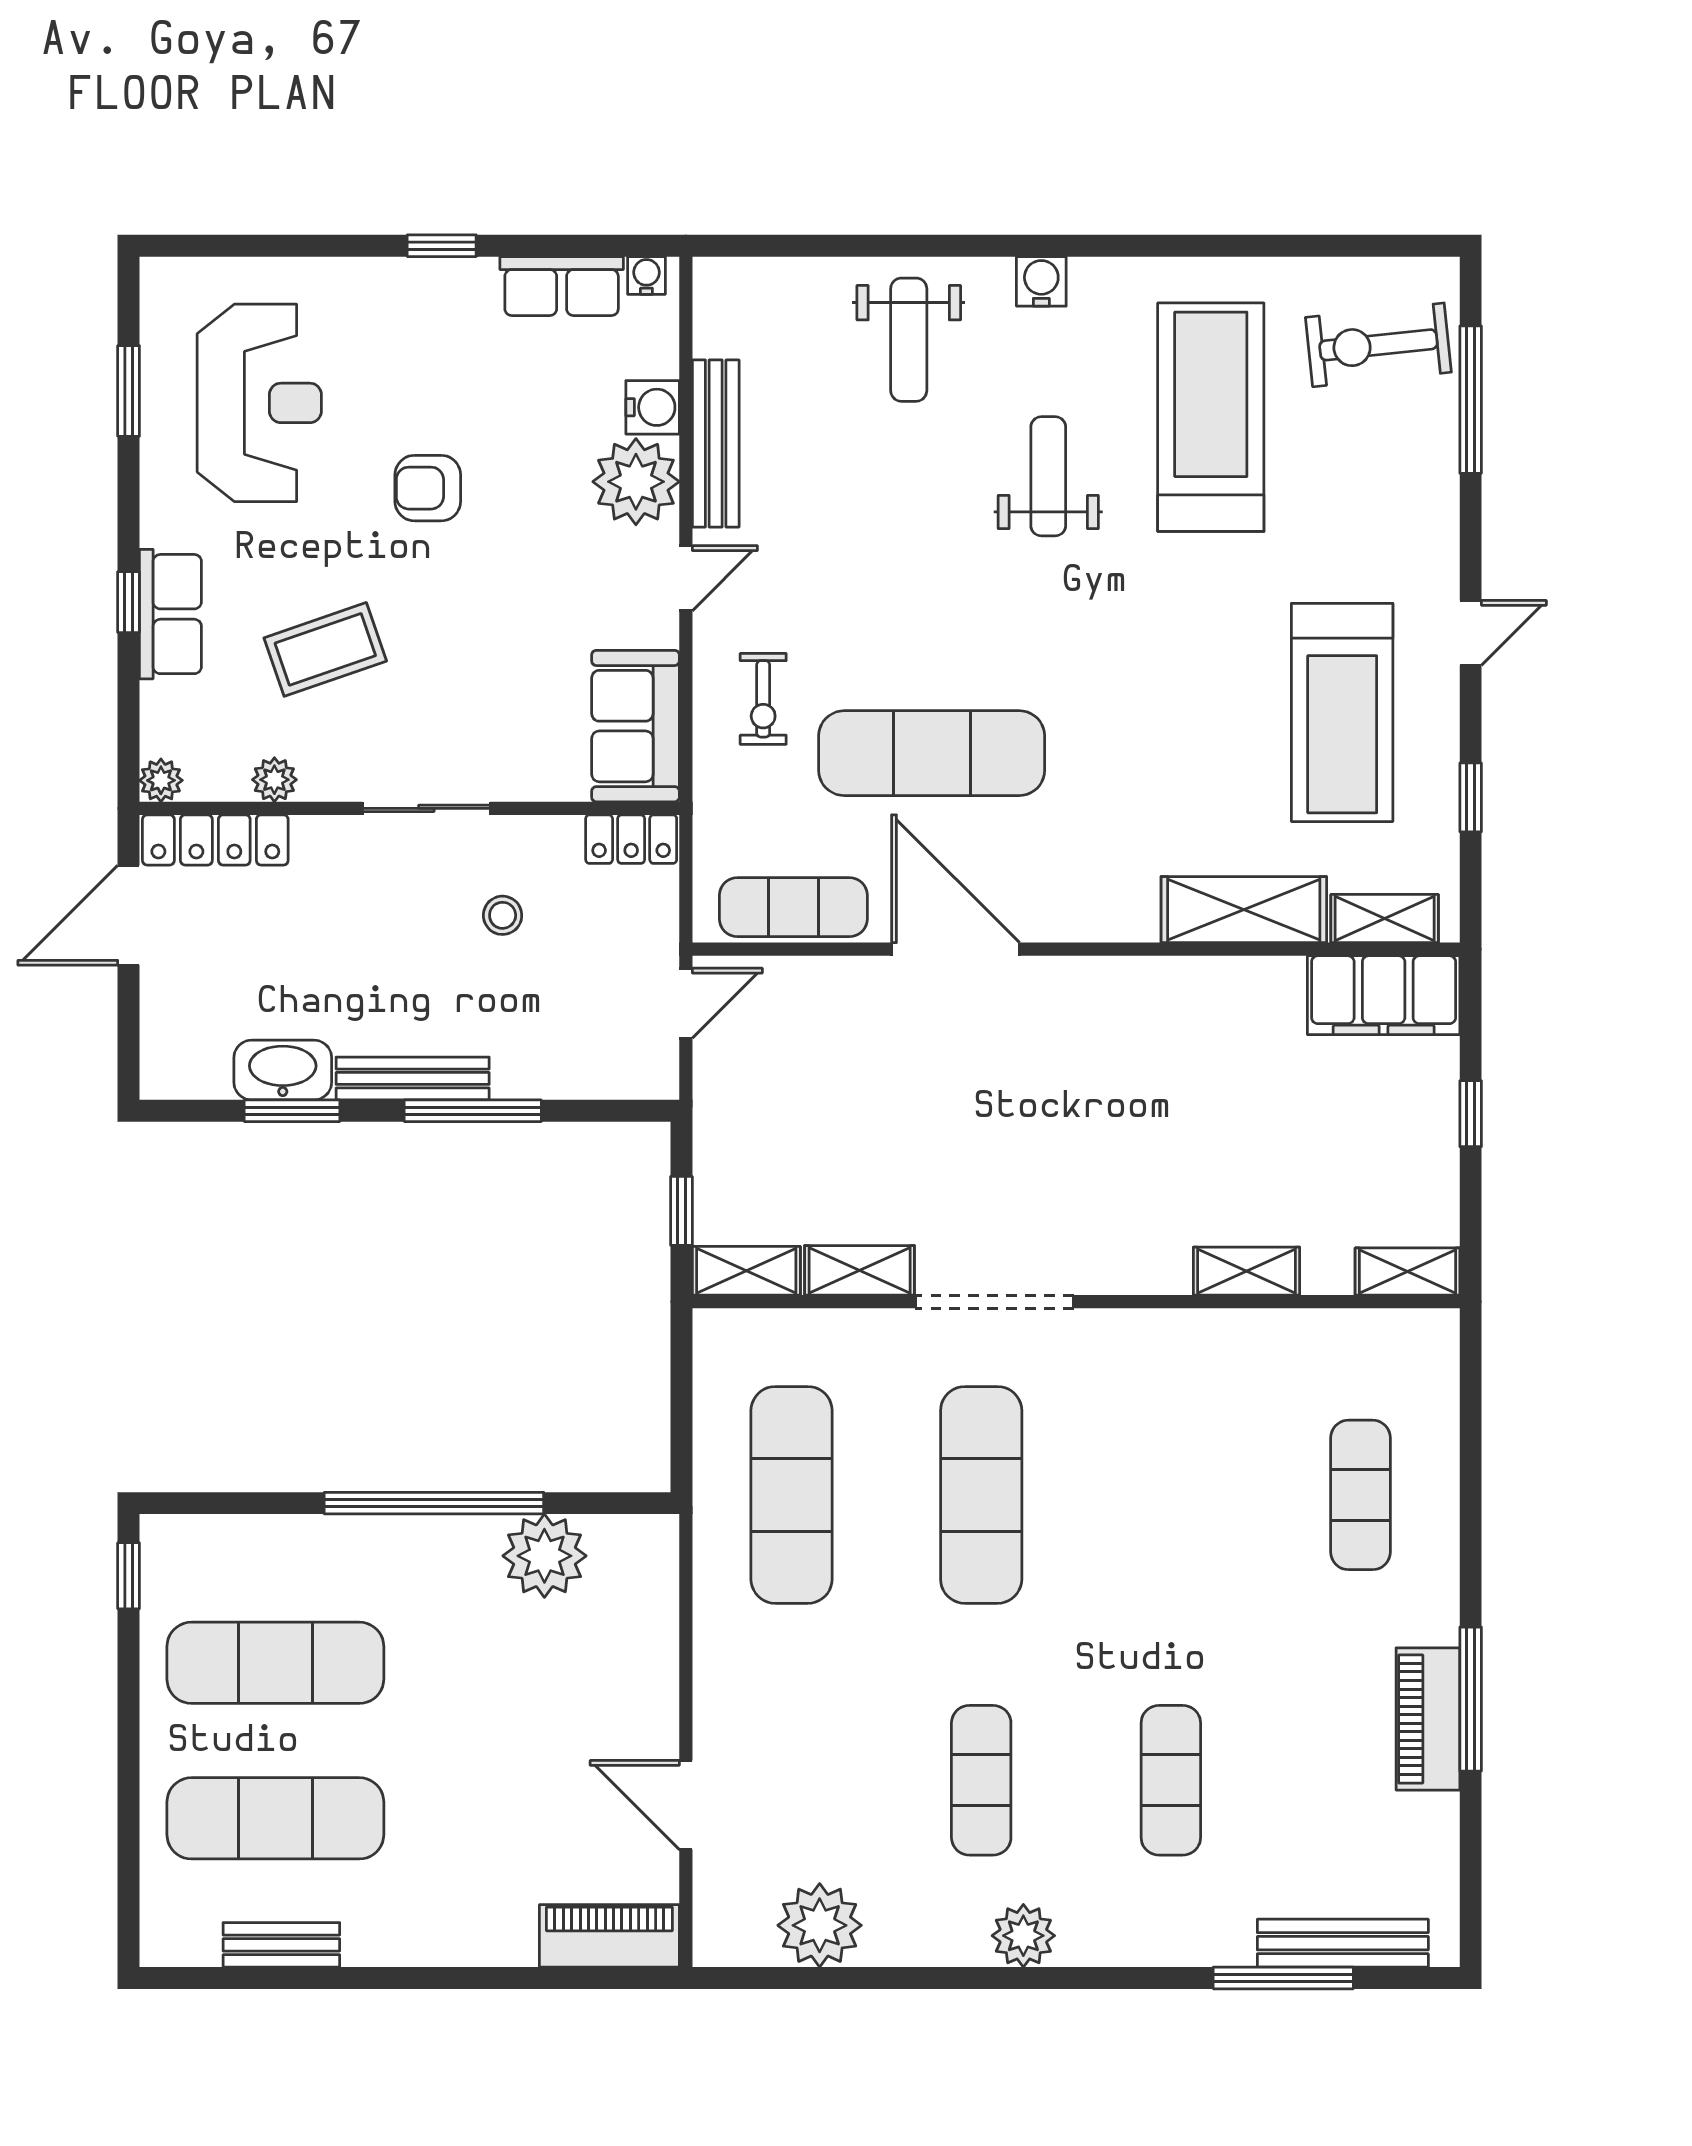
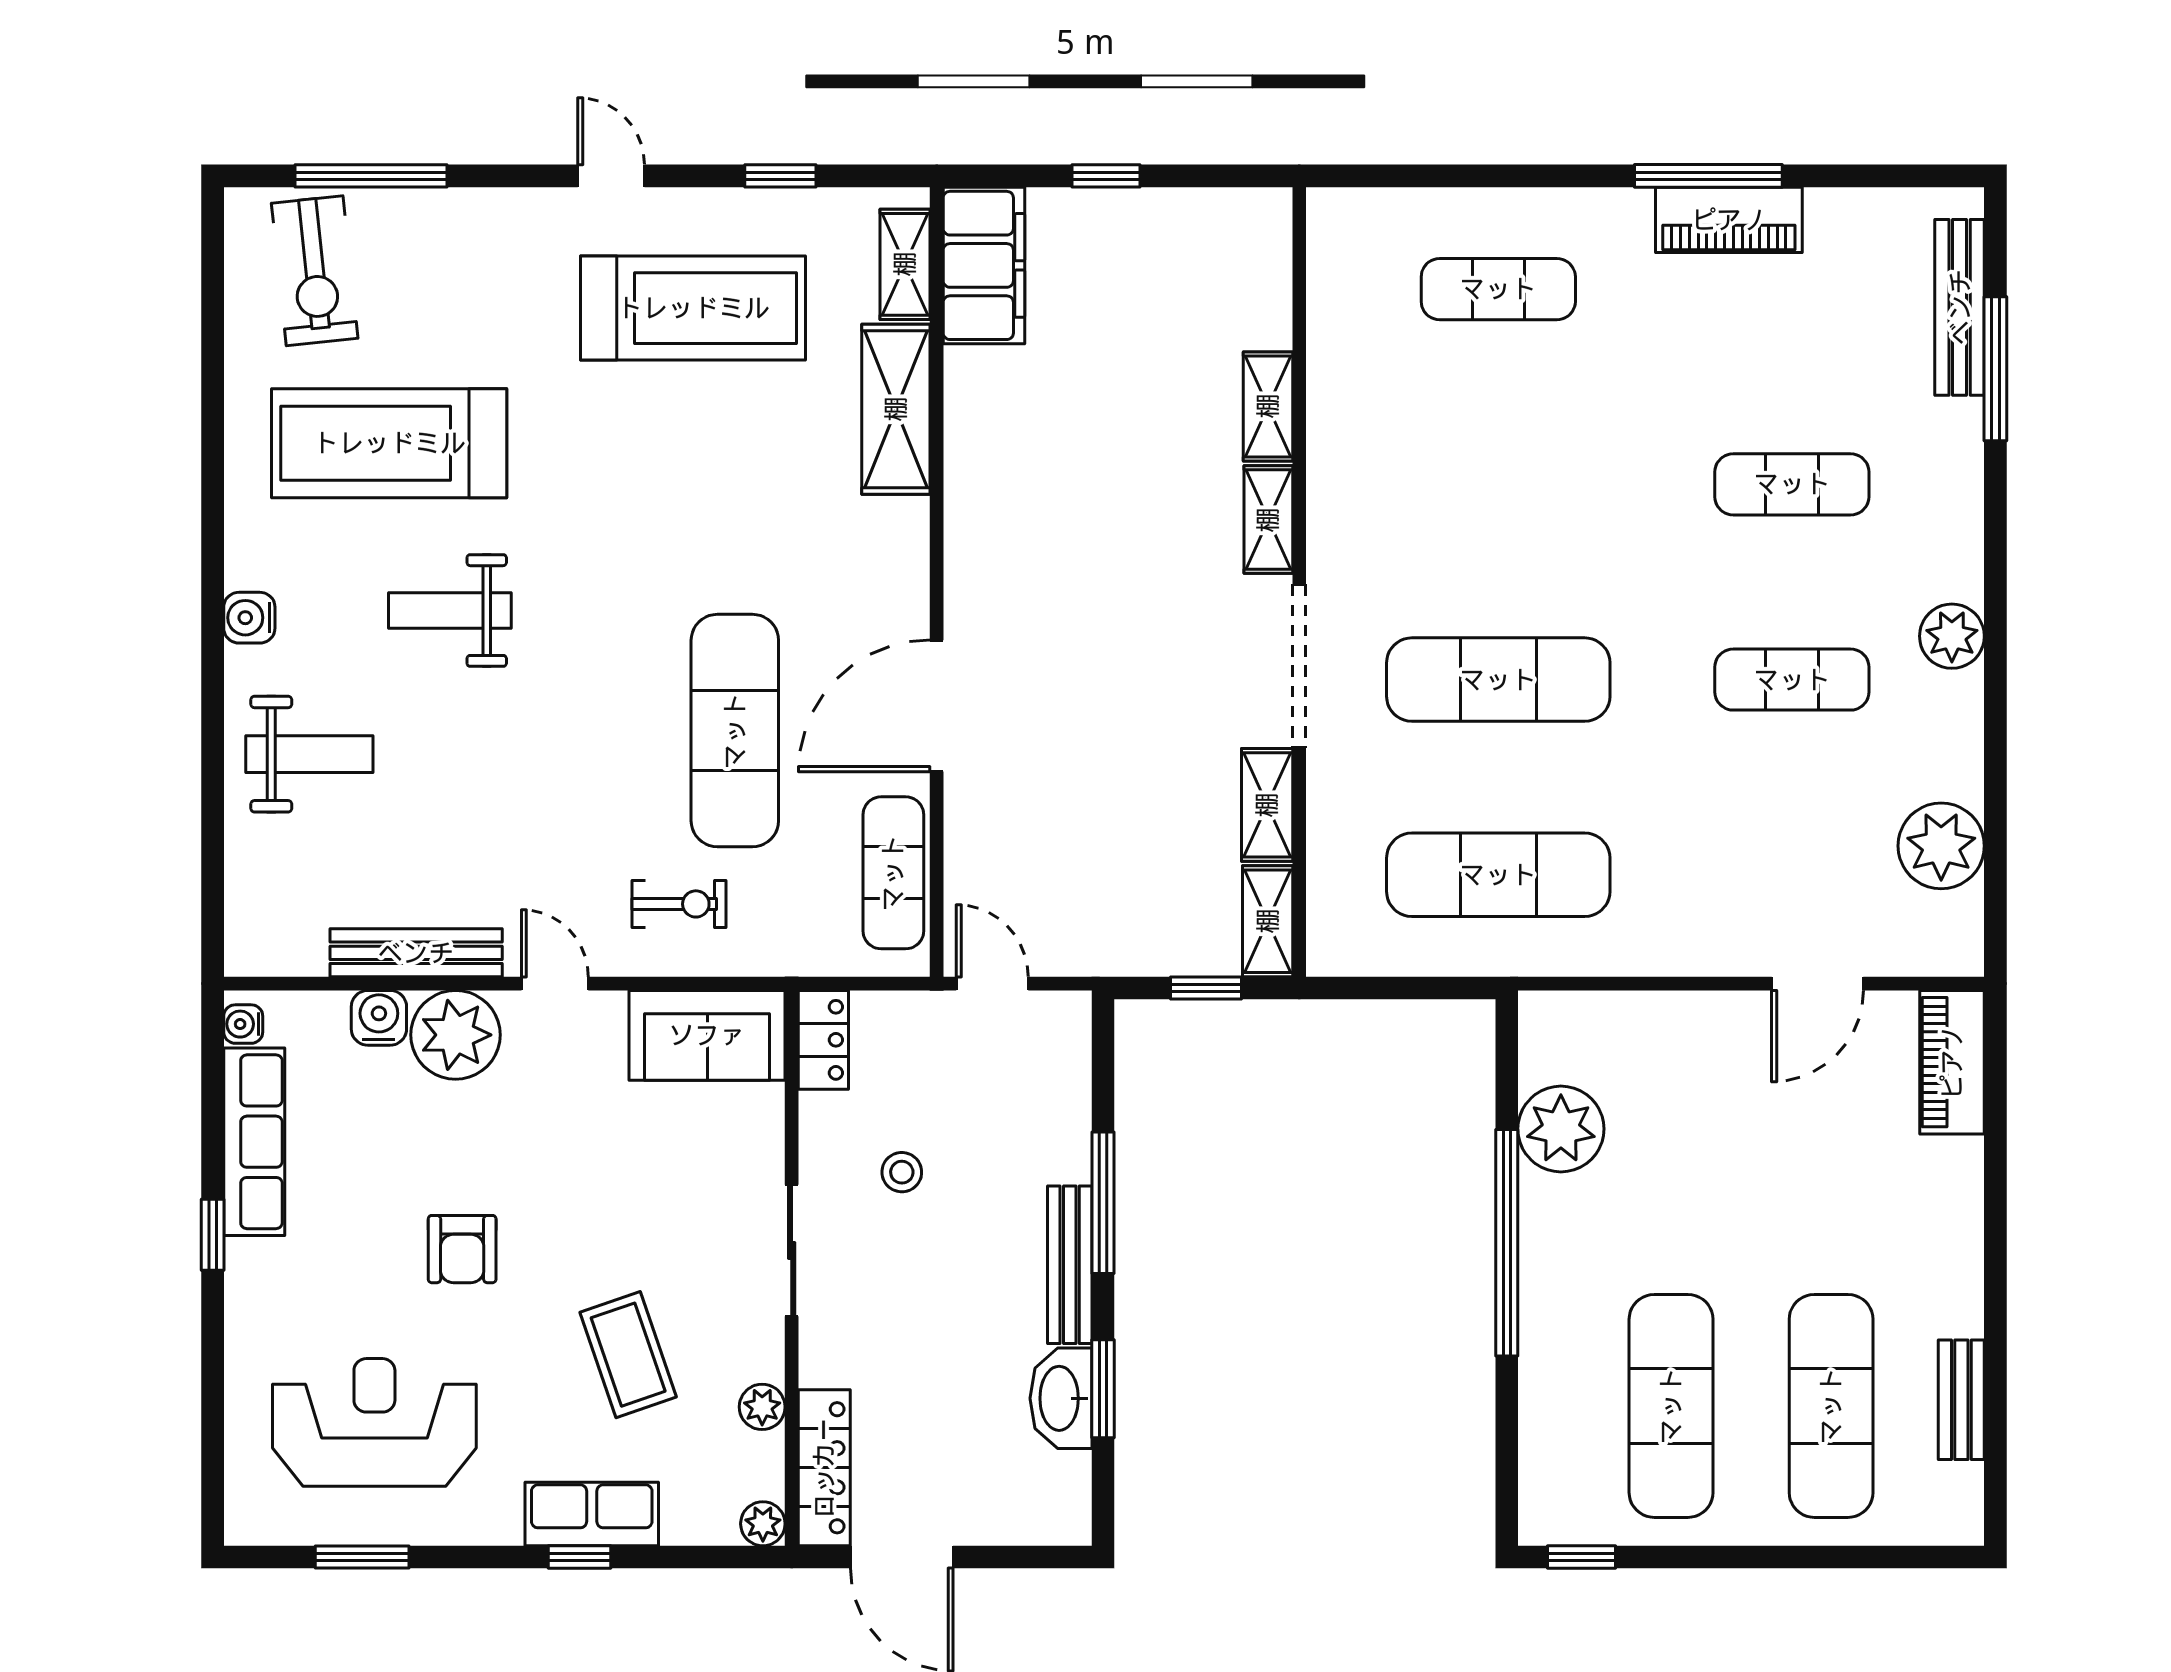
row of seats: (562, 286) -> (254, 1142), width x1.48
shelving: (1407, 1271) -> (1268, 520), moved

